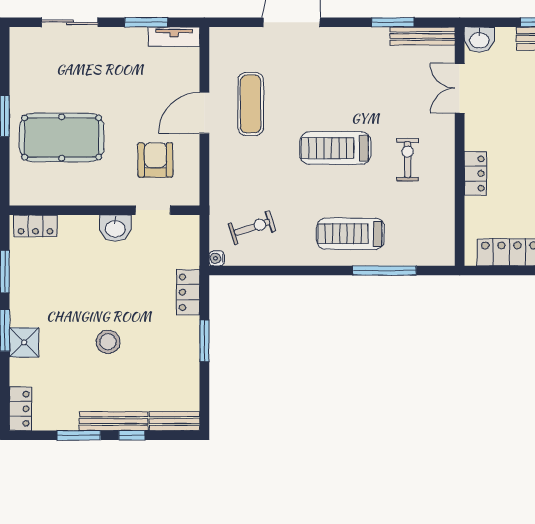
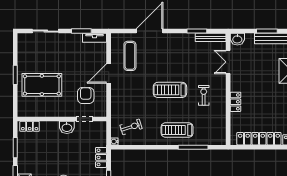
exercise mat: (251, 104) -> (130, 56), moved

